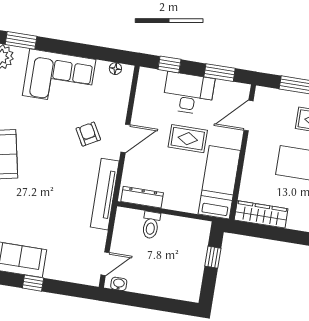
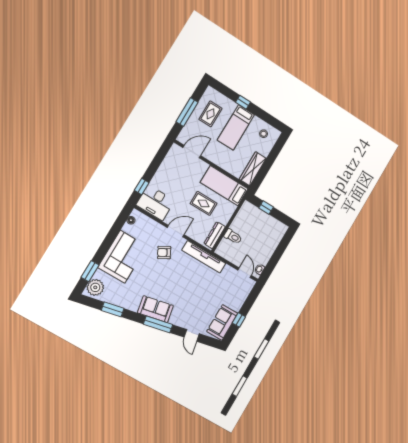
window: (220, 73) -> (159, 158), removed
desk: (188, 93) -> (155, 203), moved, turned -90
door: (249, 116) -> (192, 152), swing flipped
door: (125, 138) -> (176, 231), hinge flipped
rug: (188, 139) -> (204, 203), moved, turned 90

